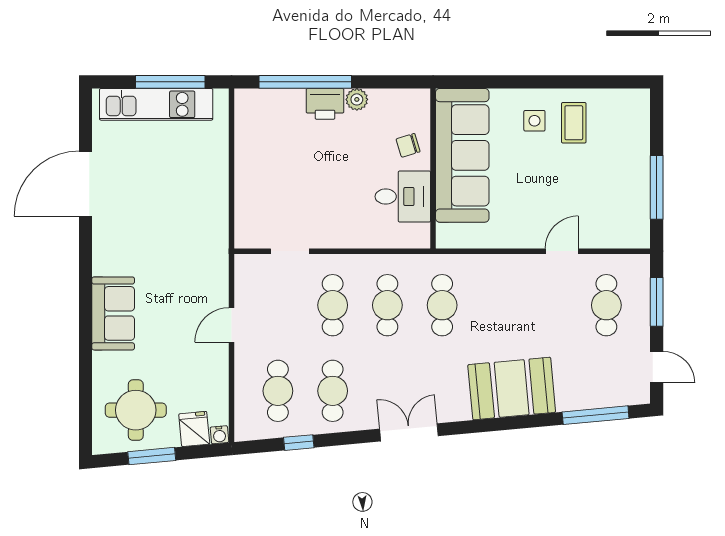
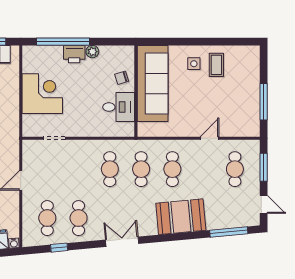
corner desk: (269, 173) -> (42, 94), added
cafe table: (333, 305) -> (172, 169), moved

